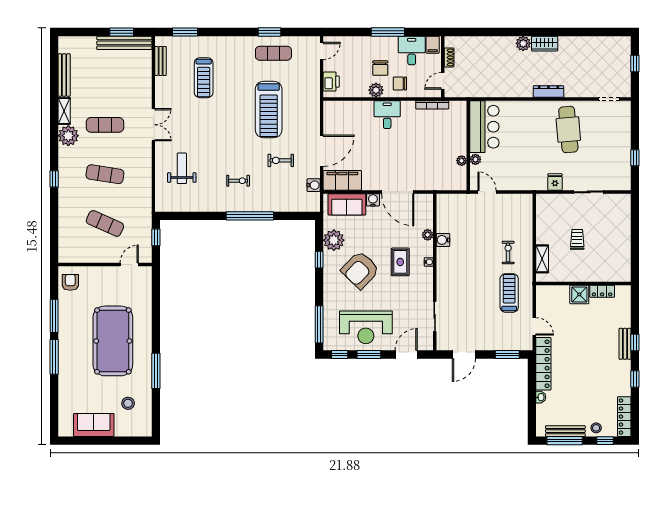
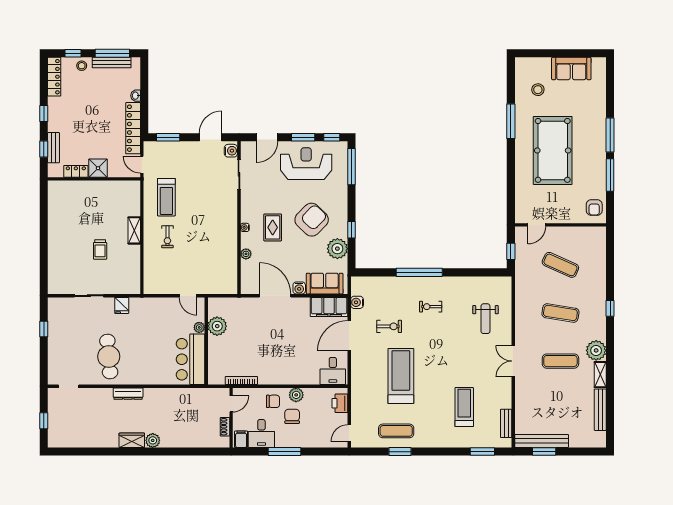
desk: (387, 115) -> (333, 371), moved
plant: (462, 161) -> (217, 326), width x1.88, depth x1.88
water cooler: (443, 240) -> (231, 151), moved
wall: (583, 283) -> (94, 179), moved
locker: (602, 291) -> (76, 171), moved
shower: (579, 294) -> (98, 168), moved

